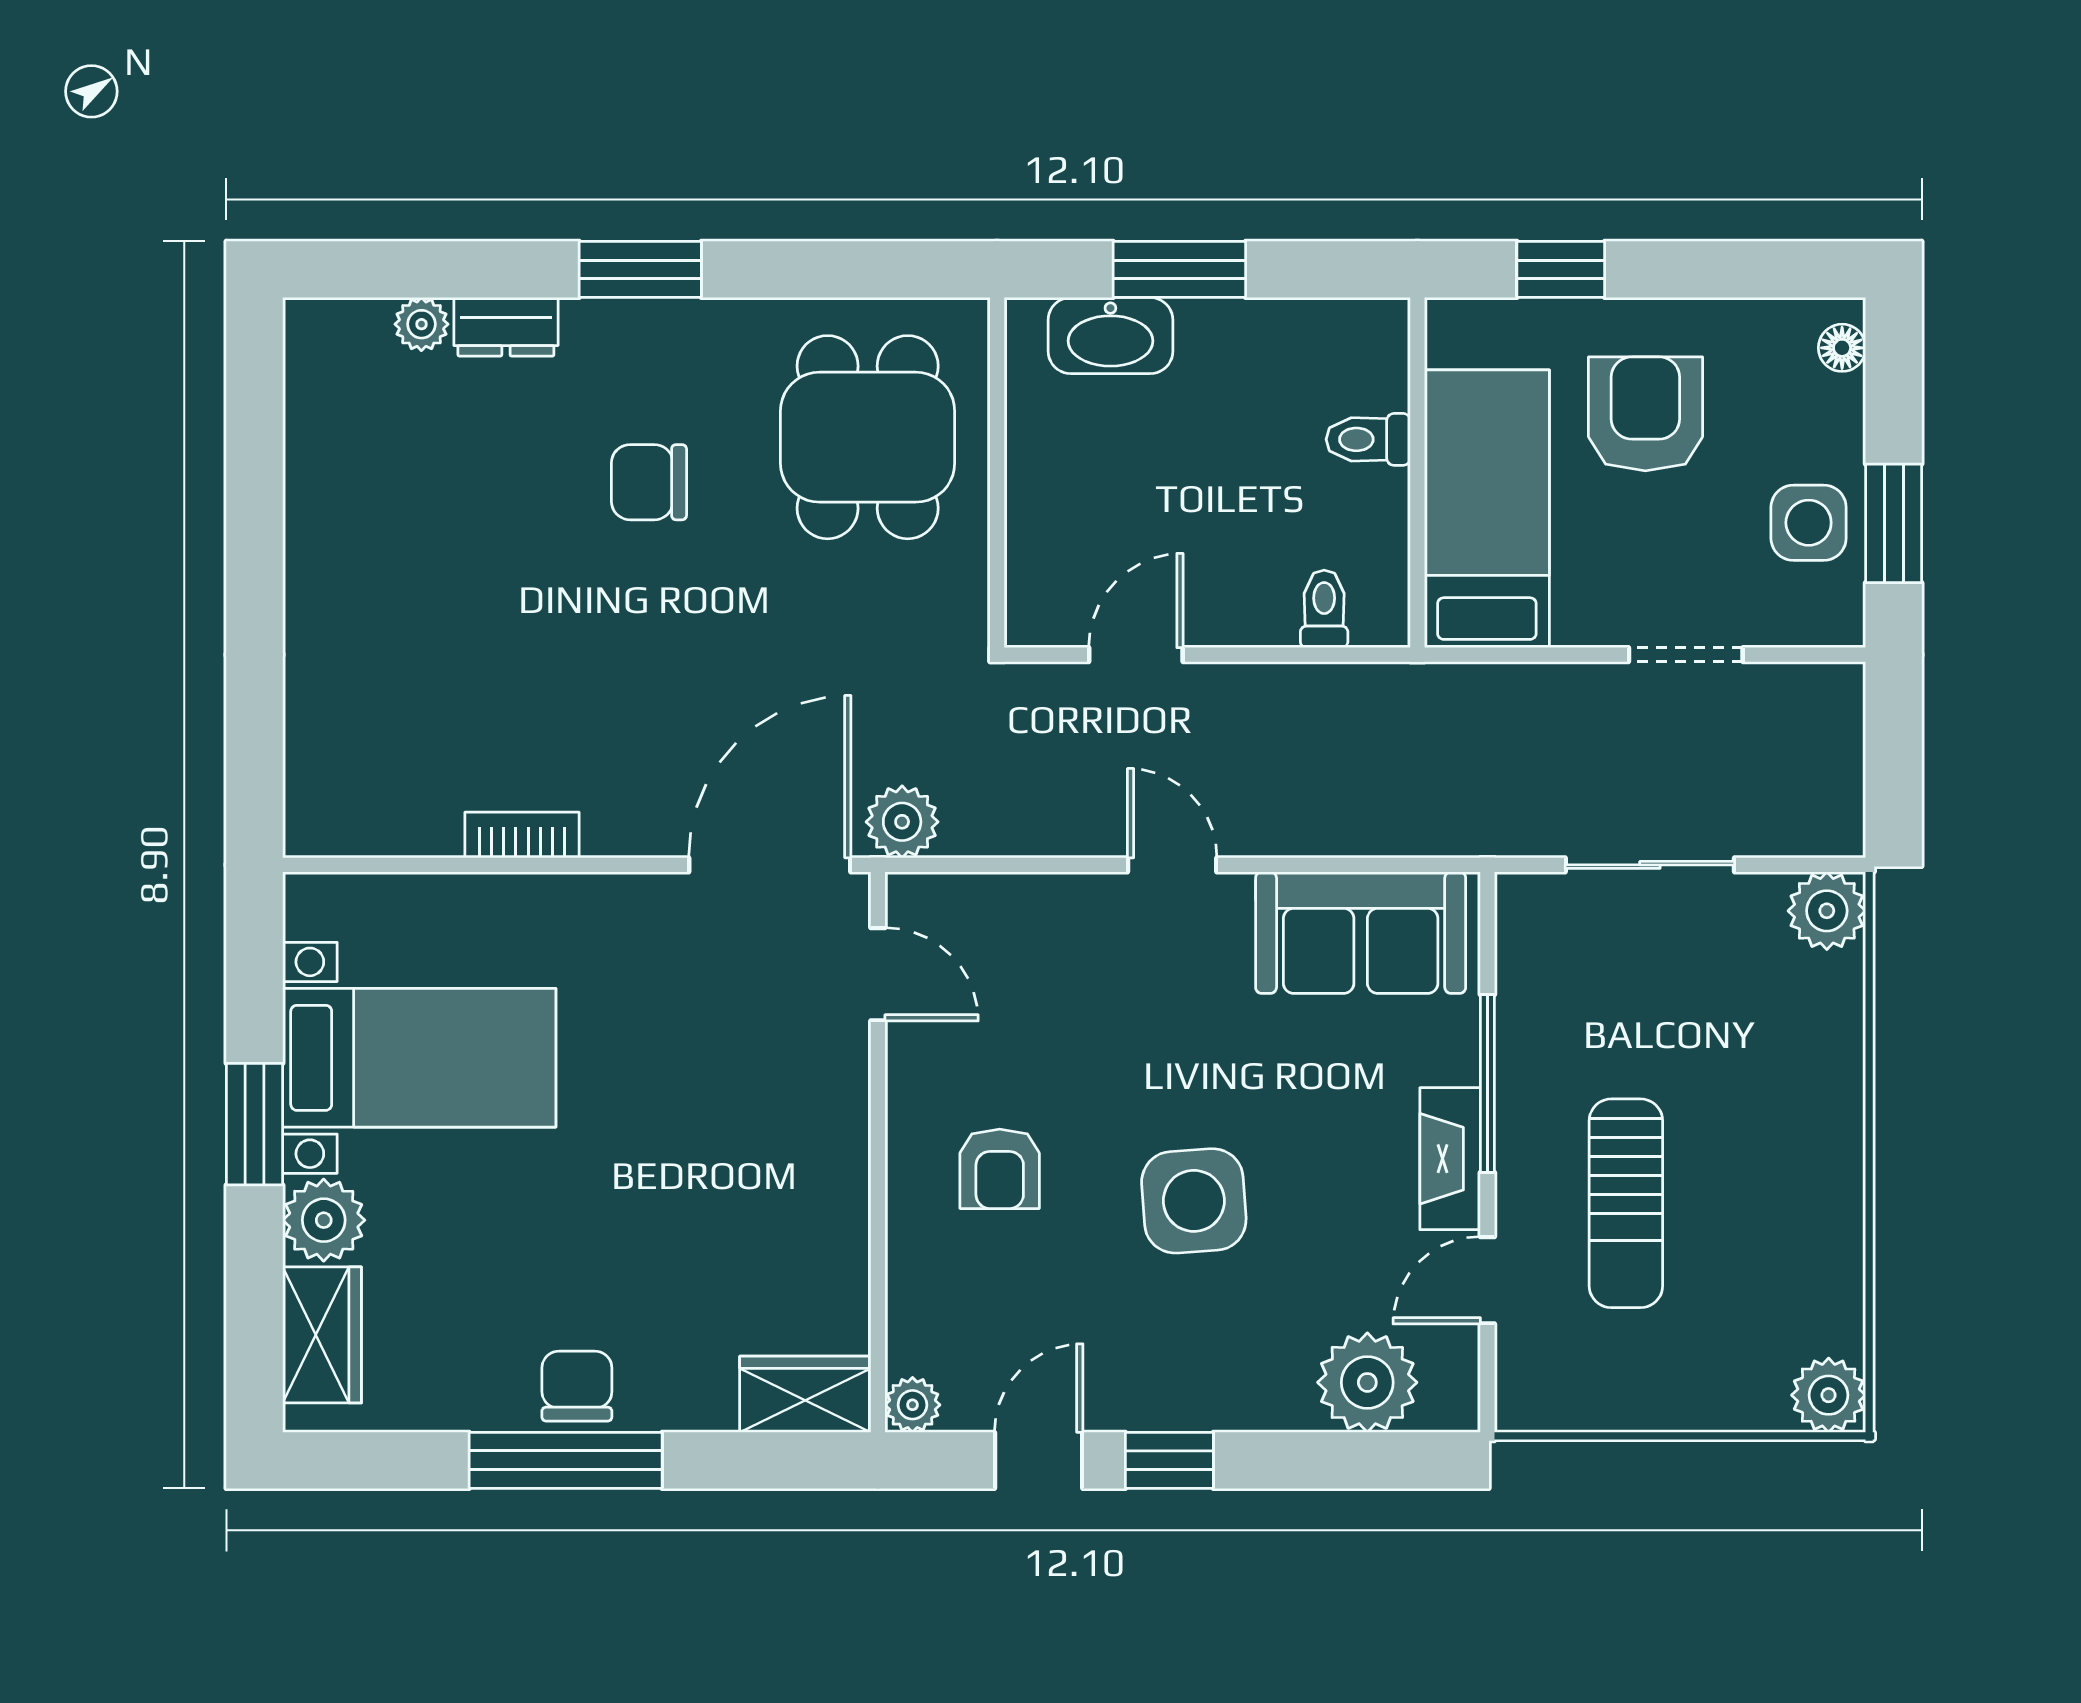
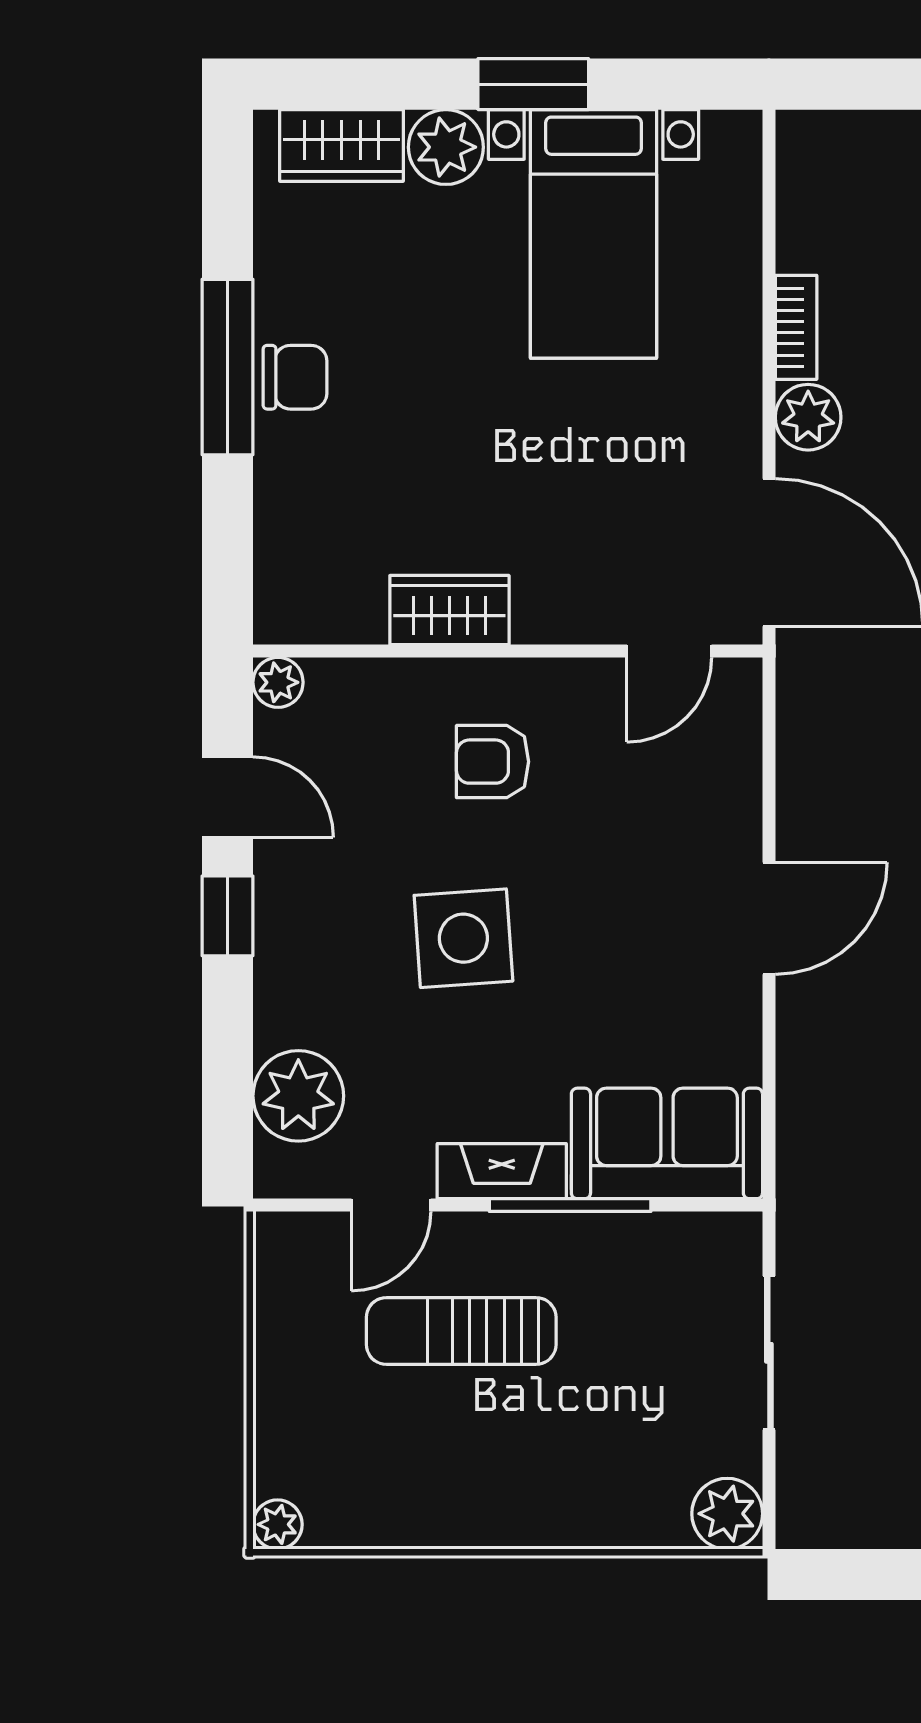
plant: (902, 822) -> (808, 417), moved
door: (1172, 865) -> (769, 918), width x1.38
sofa: (1361, 933) -> (667, 1143), moved, turned 90
door: (1487, 1280) -> (391, 1205), swing flipped
wardrobe: (805, 1394) -> (449, 610), moved, turned -90
plant: (1829, 1395) -> (278, 1524), width x0.73, depth x0.73

